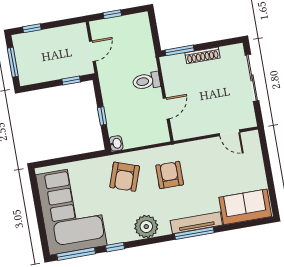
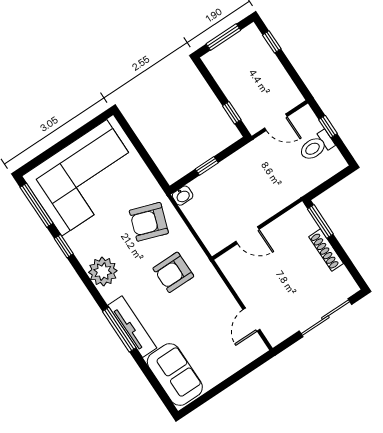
toilet: (146, 81) -> (316, 146), moved, turned -90
armchair: (170, 175) -> (173, 272), turned 180

